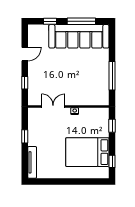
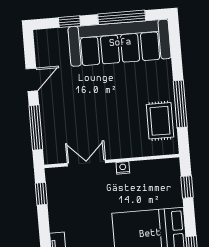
window: (25, 83) -> (36, 128), width x2.17
rug: (99, 85) -> (160, 121), added
window: (25, 136) -> (41, 194), moved

